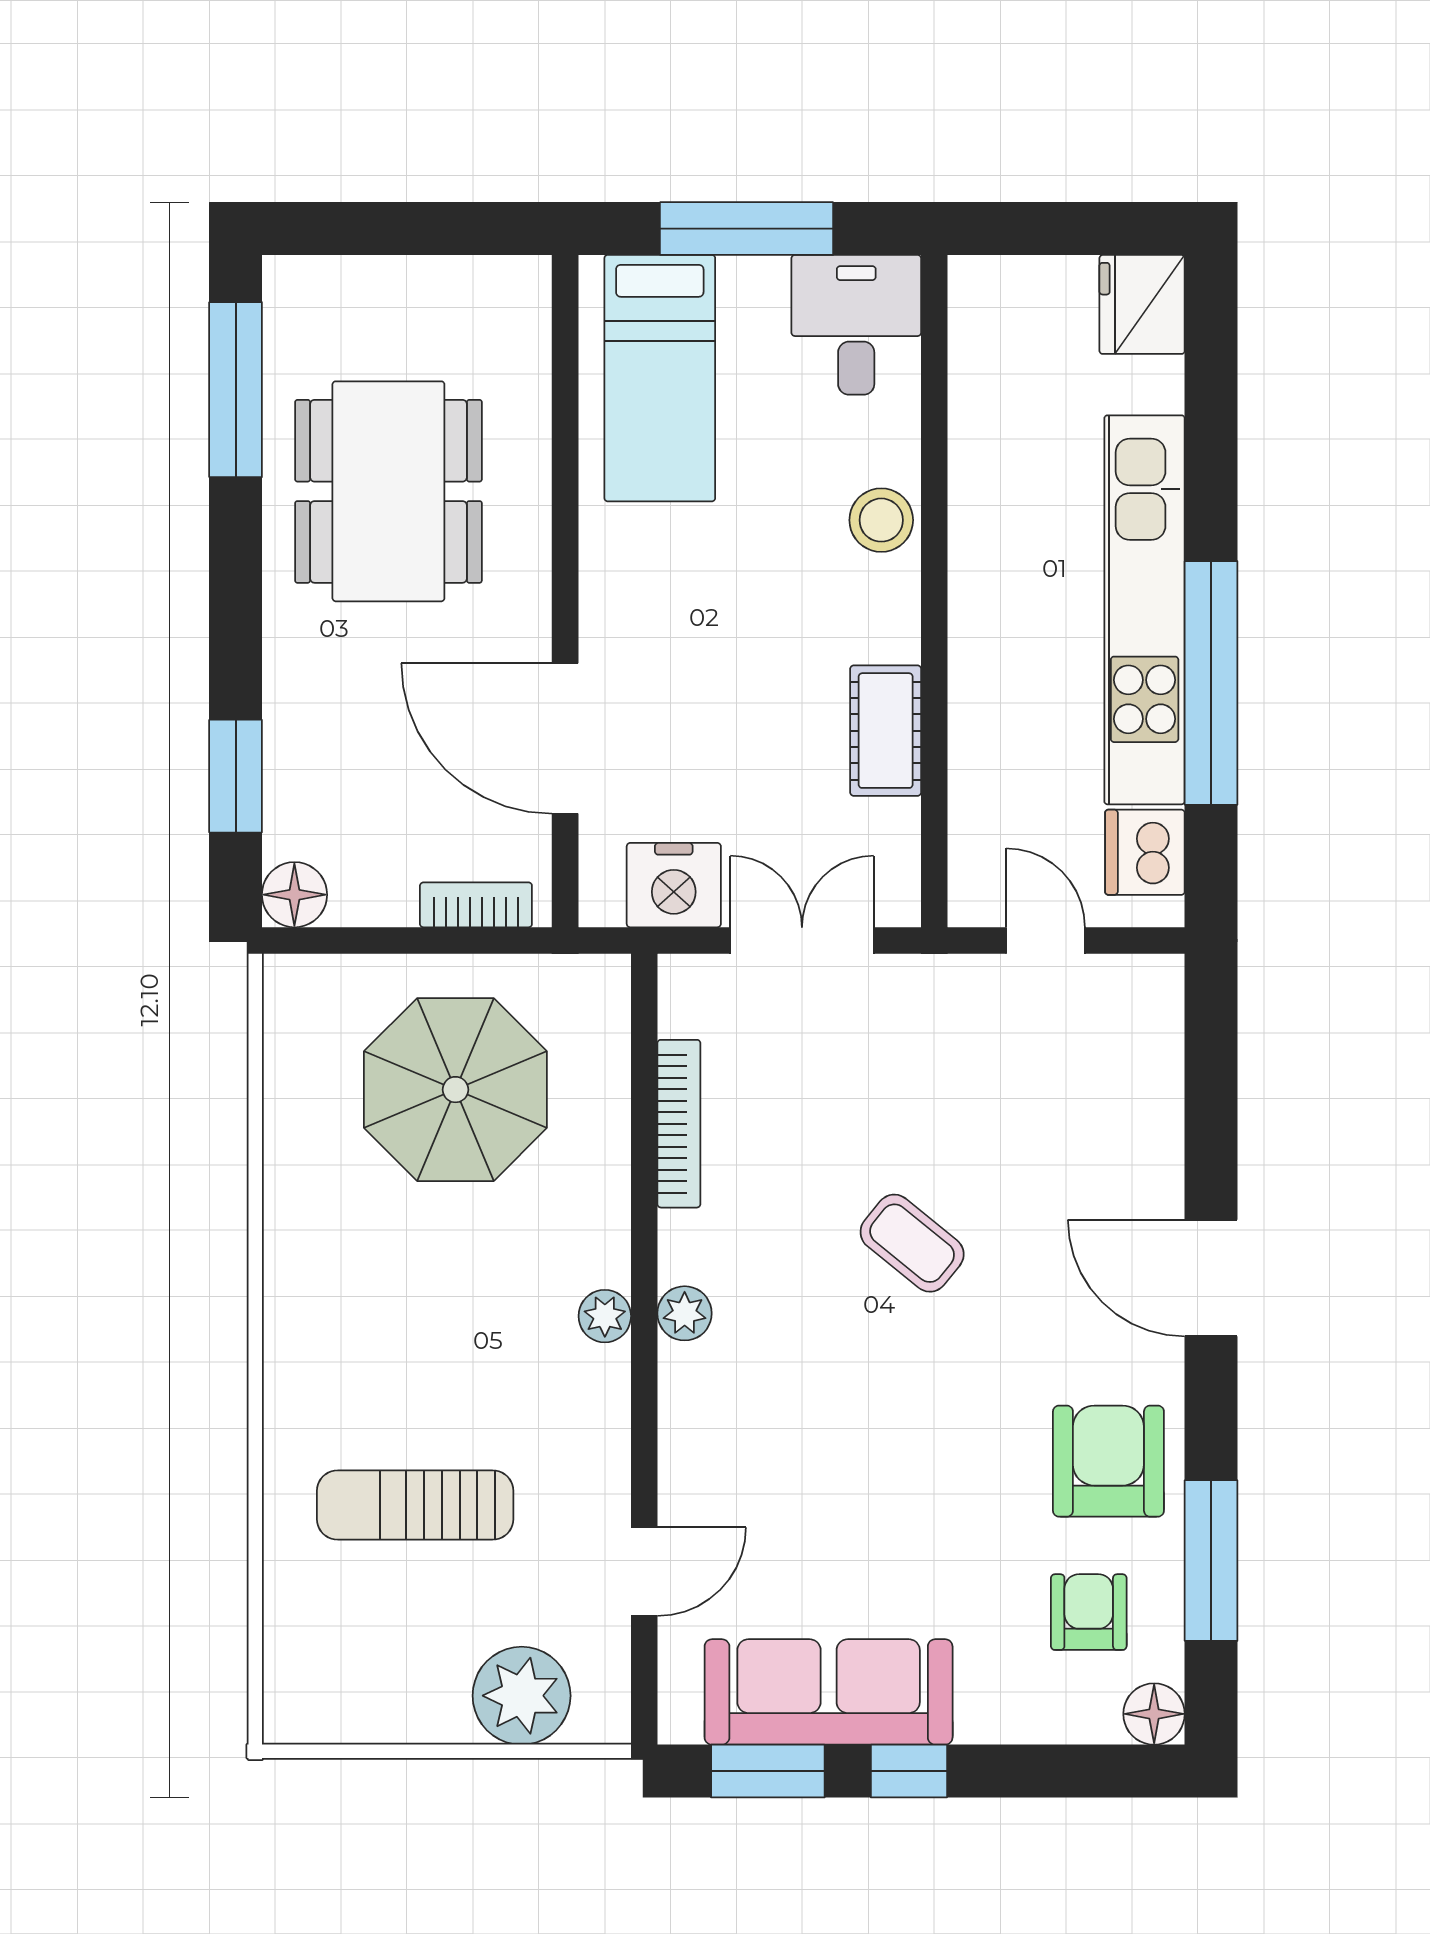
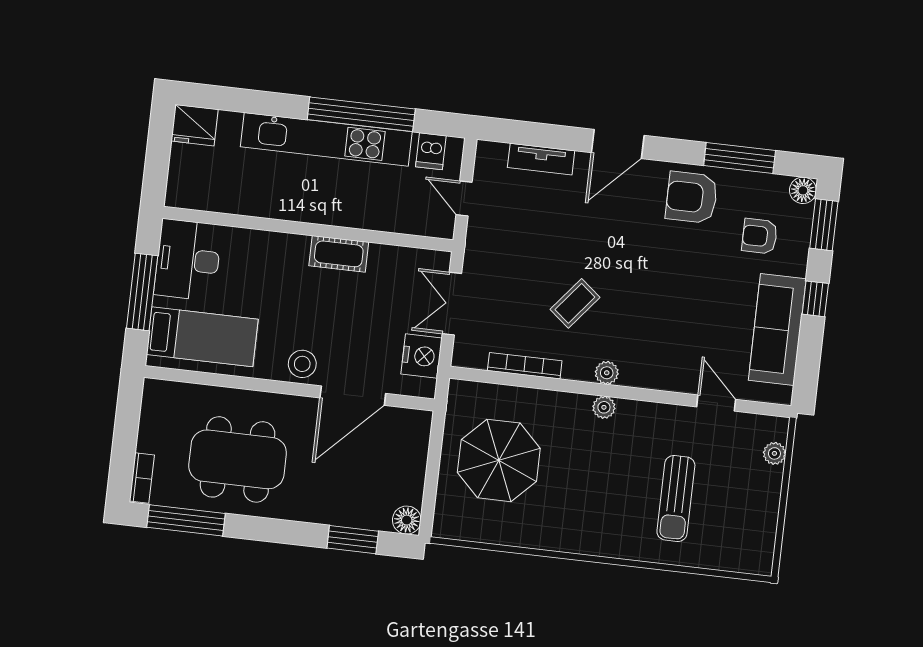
desk: (856, 325) -> (188, 260), width x1.37
stool: (881, 520) -> (302, 364), moved
cot: (886, 731) -> (339, 254), moved
dishwasher: (1145, 852) -> (431, 151), width x0.73
bookcase: (476, 905) -> (142, 478), moved, turned 180
door: (1045, 940) -> (464, 199), hinge flipped
tv unit: (1156, 1106) -> (541, 159), added
coffee table: (912, 1243) -> (575, 303), moved
armchair: (1089, 1612) -> (760, 236), moved
plant: (522, 1696) -> (774, 453), width x0.53, depth x0.53
window: (768, 1771) -> (824, 225), moved

